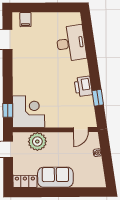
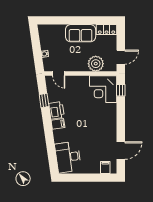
desk: (71, 43) -> (68, 157), moved
filing cabinet: (81, 70) -> (58, 124), added
door: (81, 130) -> (59, 73), swing flipped

